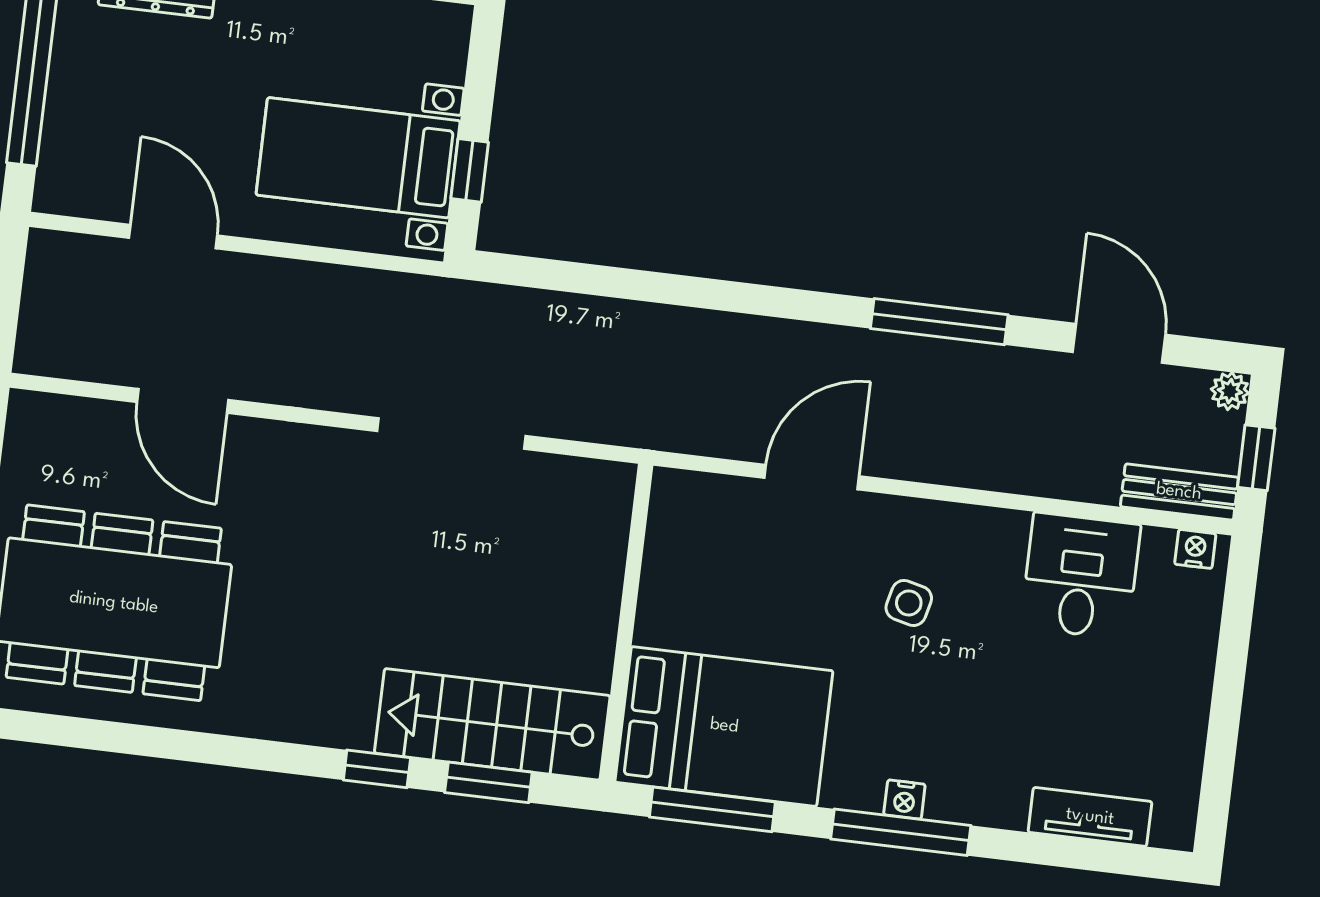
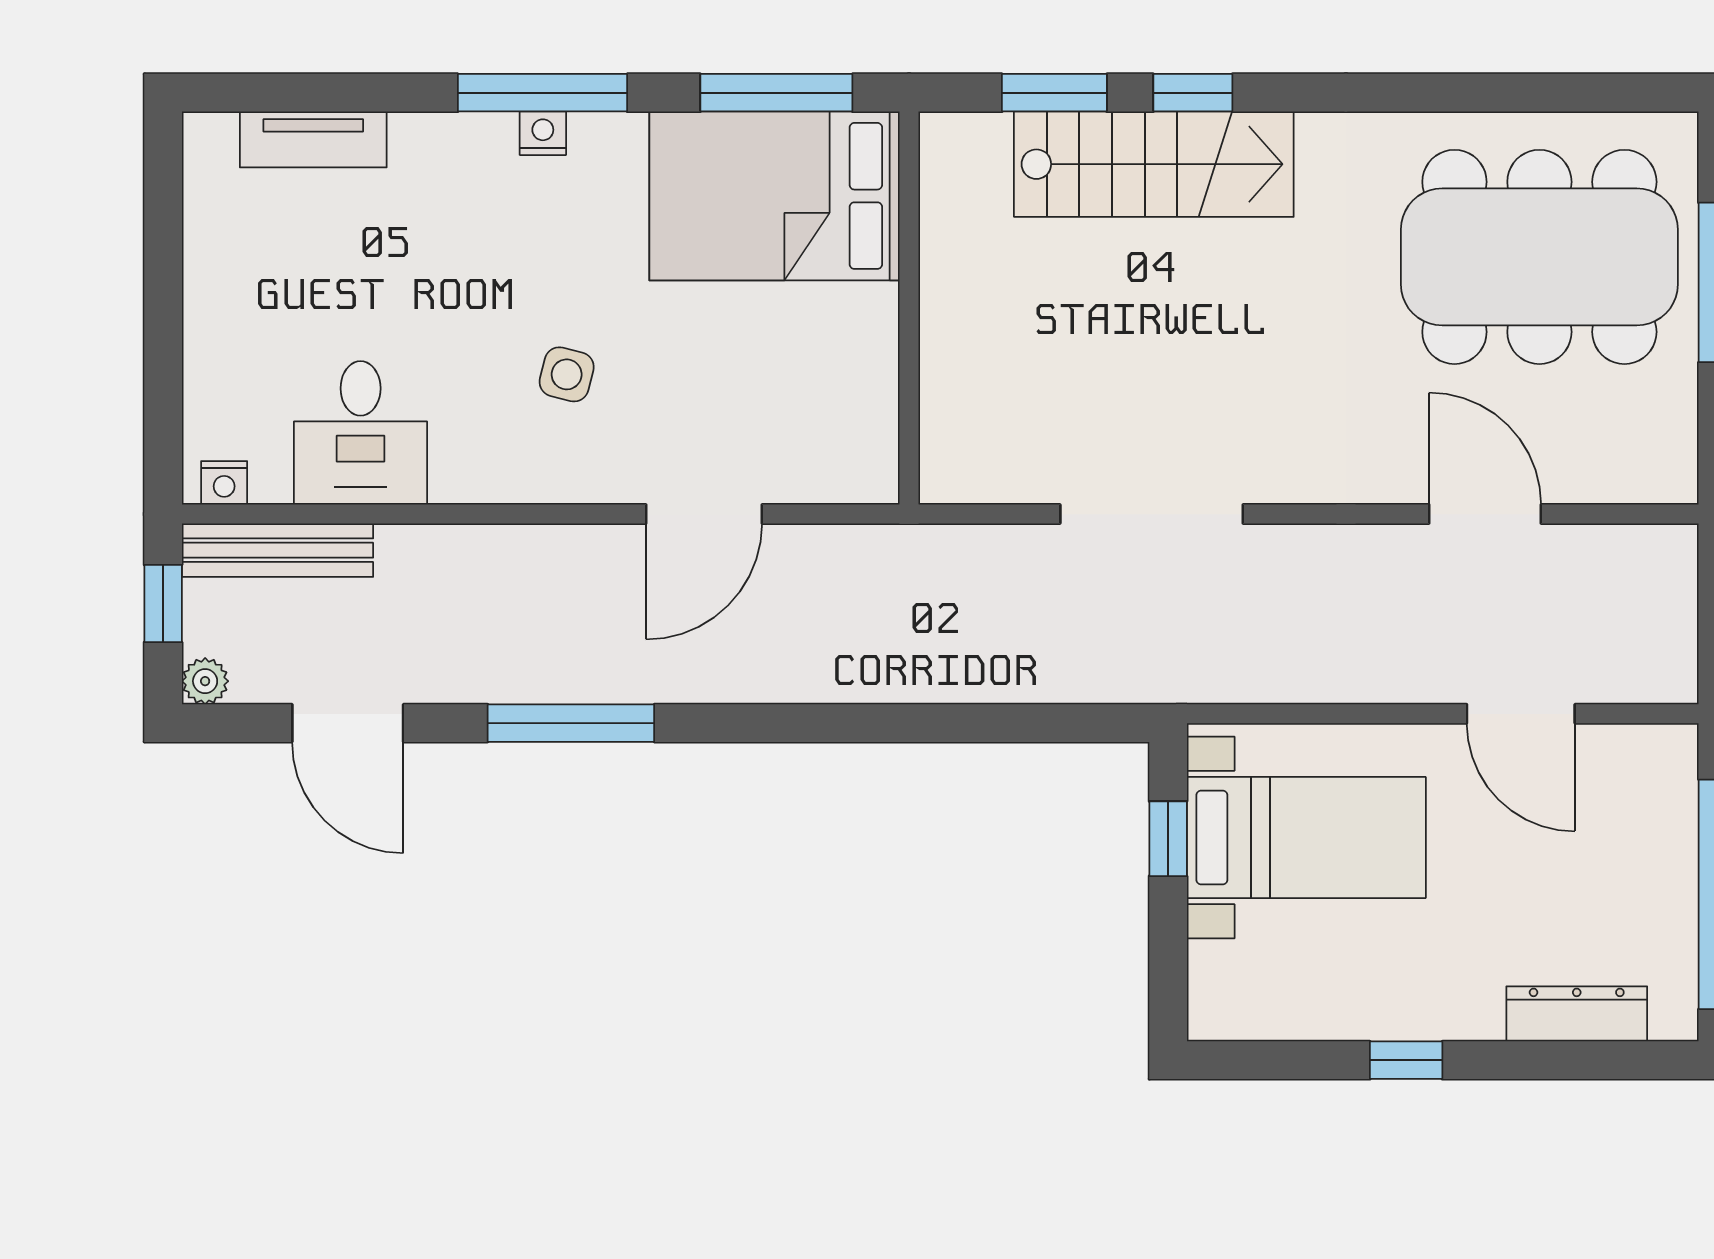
bench: (1179, 492) -> (277, 550), width x1.36
stairs: (492, 724) -> (1154, 164), moved

